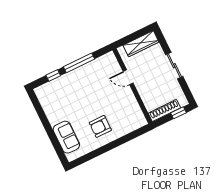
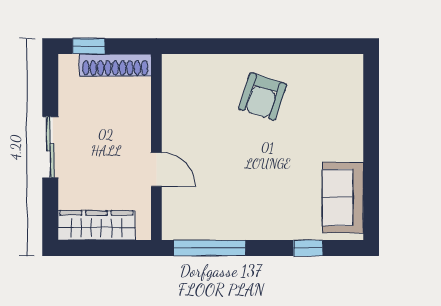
window: (79, 63) -> (209, 248), moved
armchair: (100, 126) -> (263, 97), turned 108
sofa: (66, 137) -> (343, 197), moved

